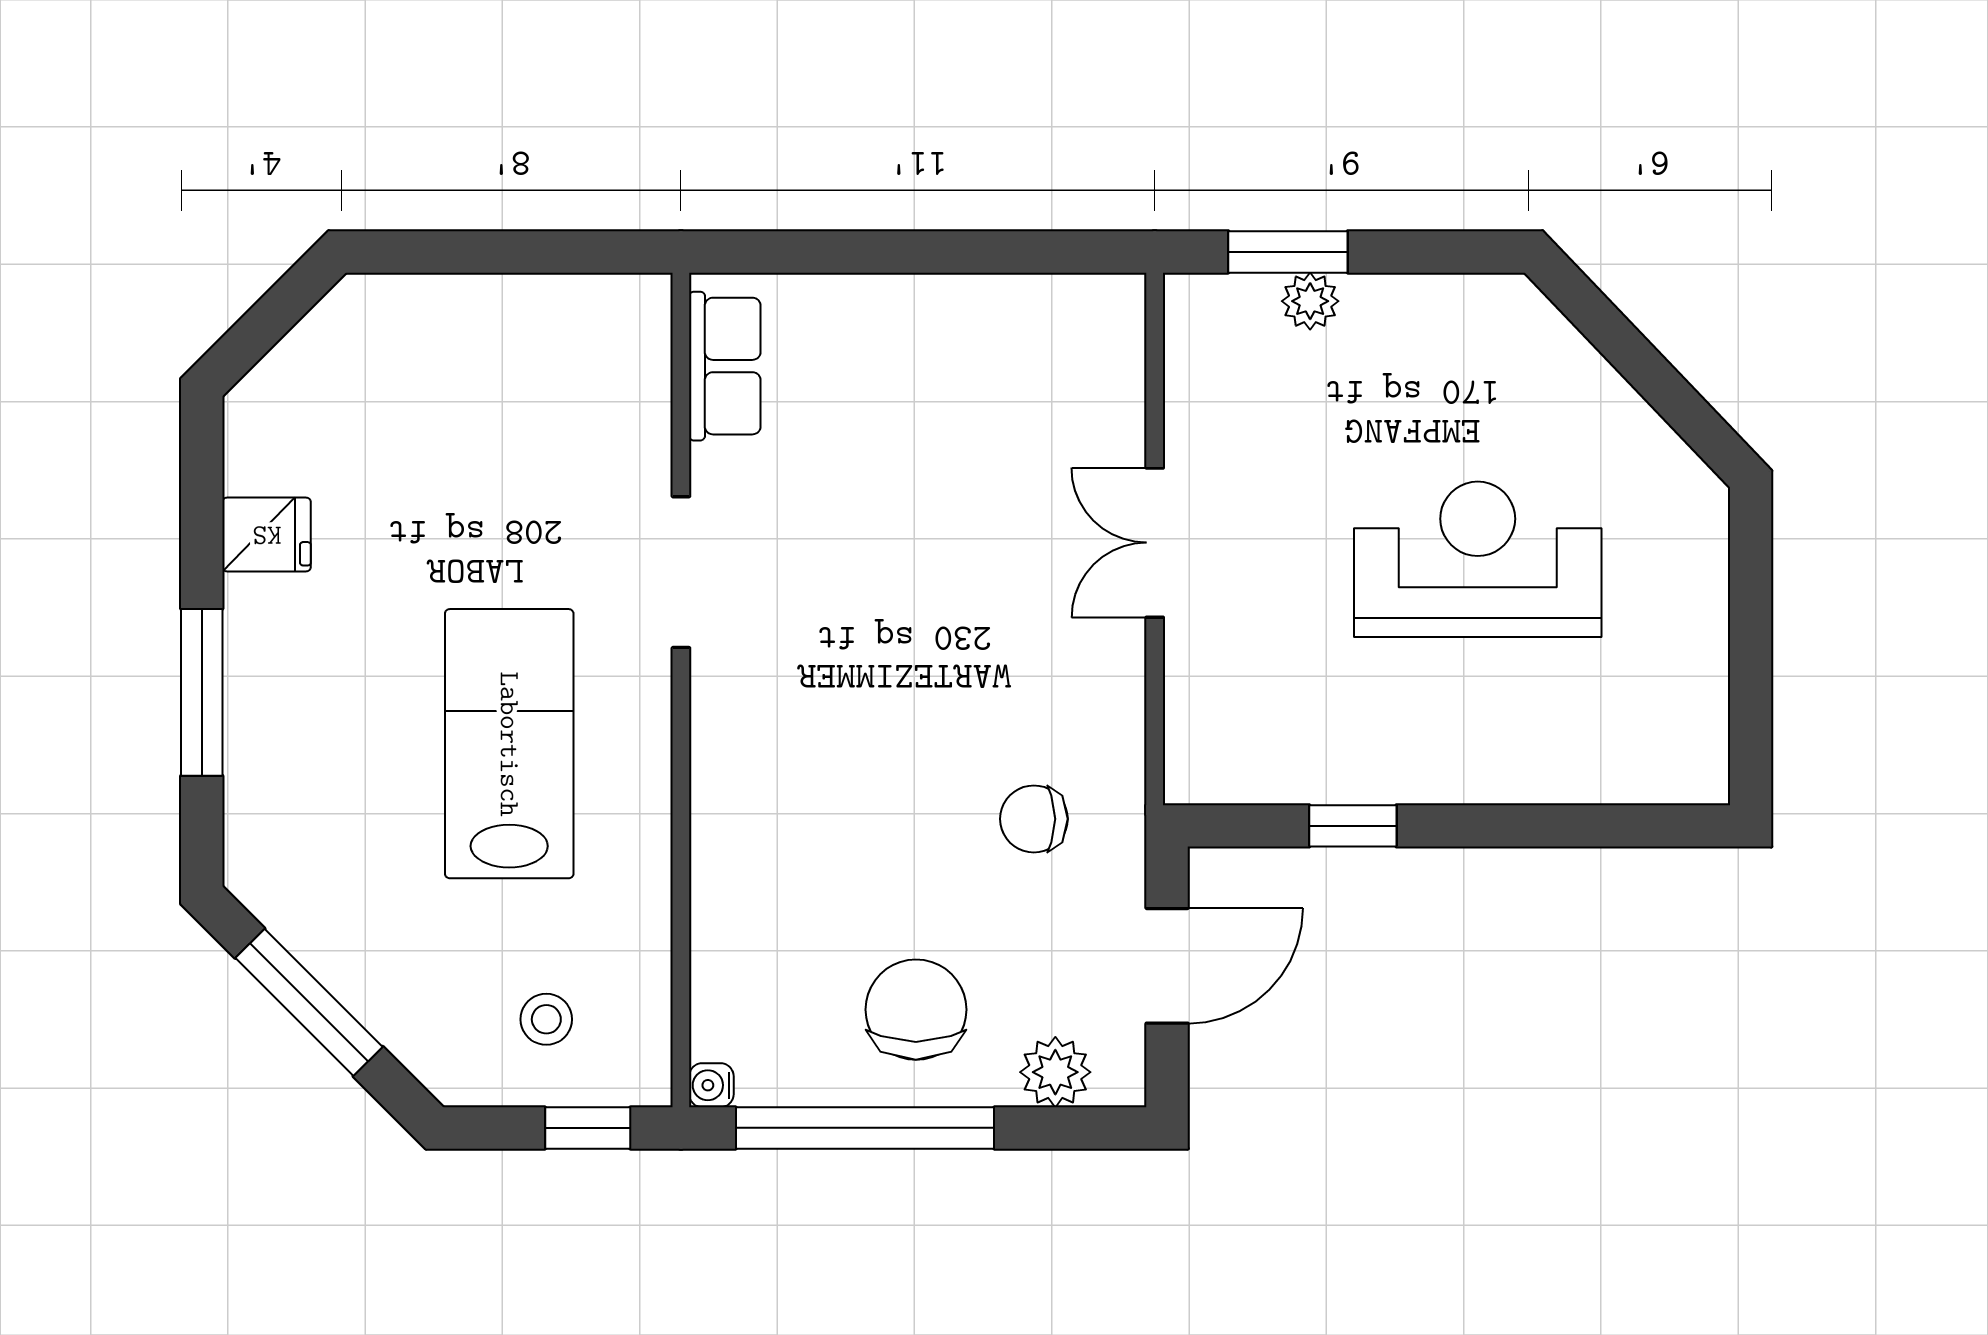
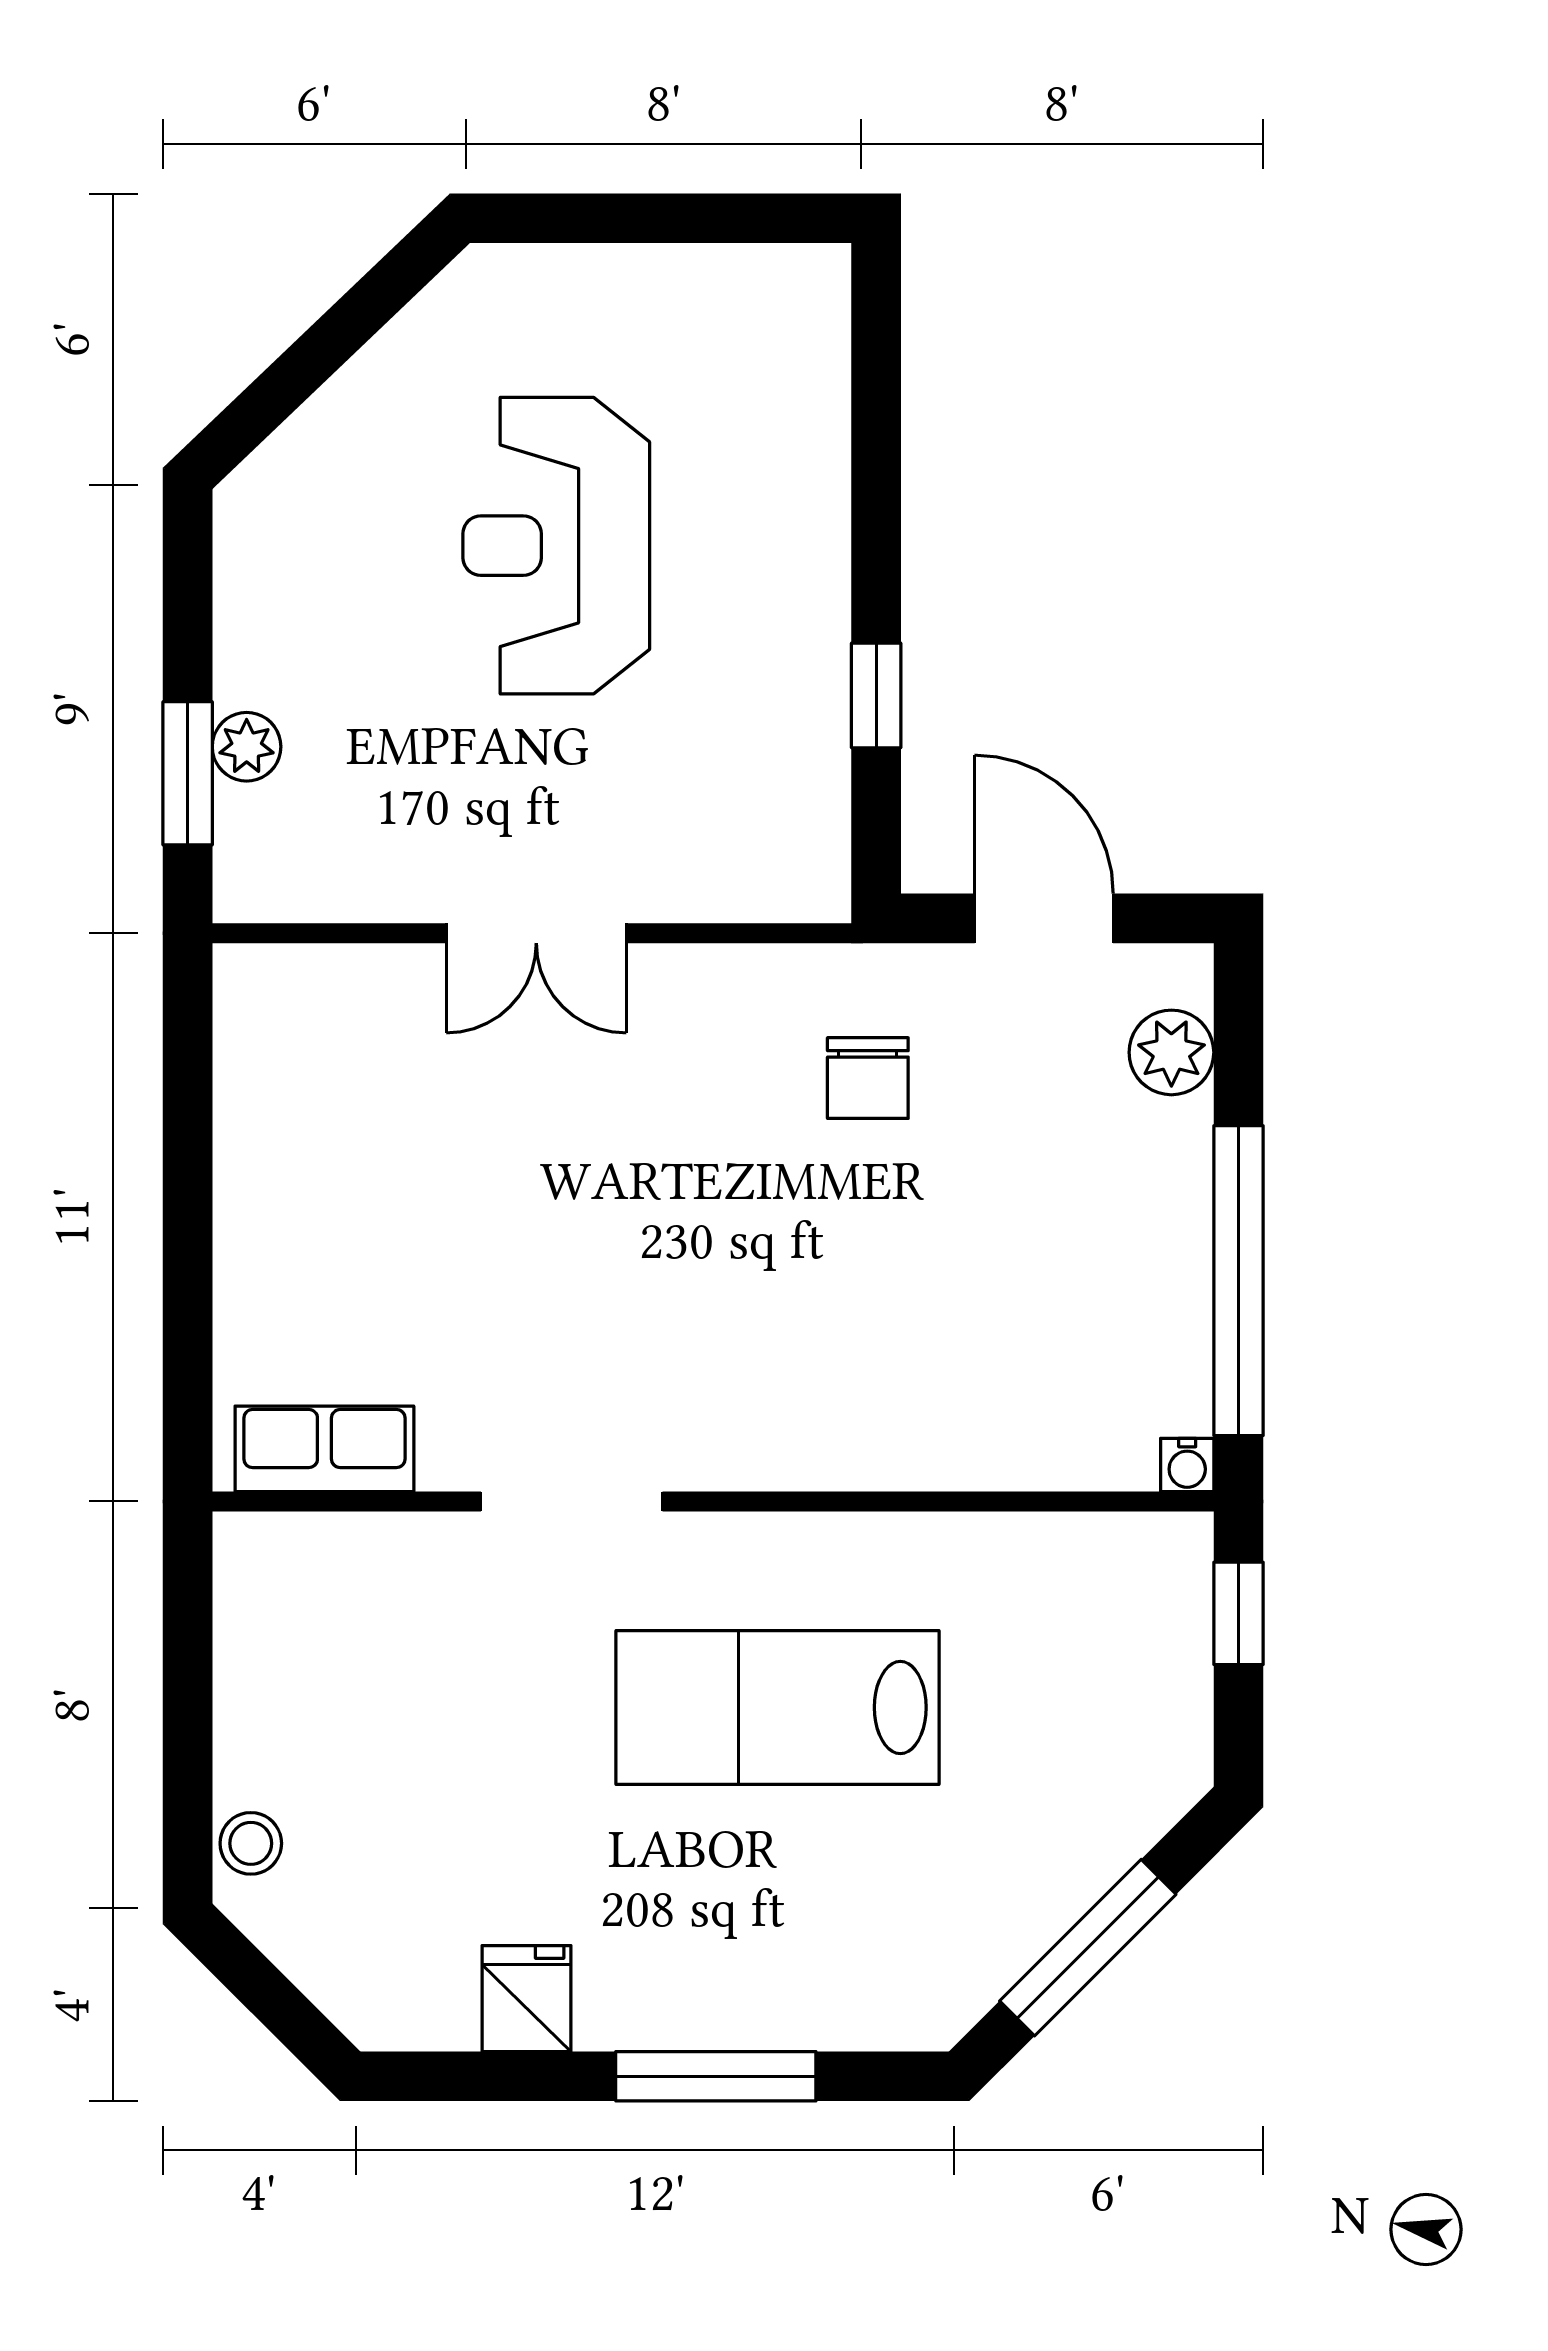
chair: (916, 1010) -> (1096, 1220), removed
stool: (546, 1019) -> (251, 1843), moved

